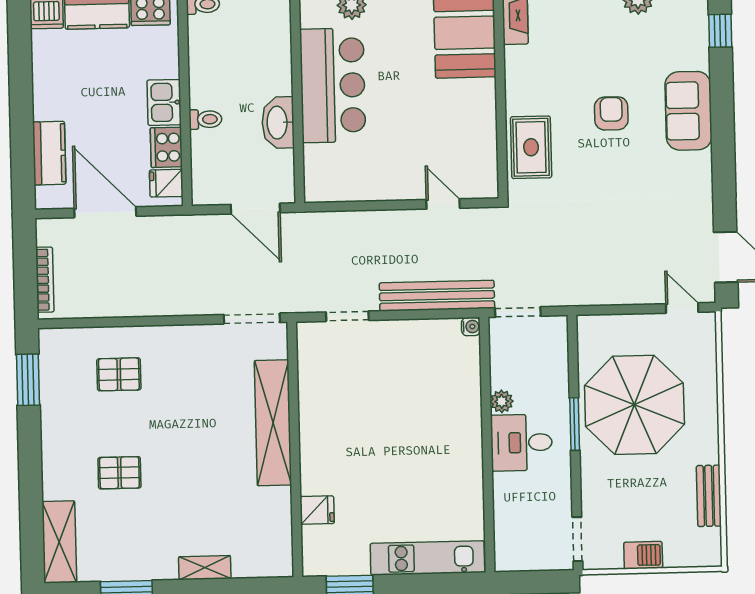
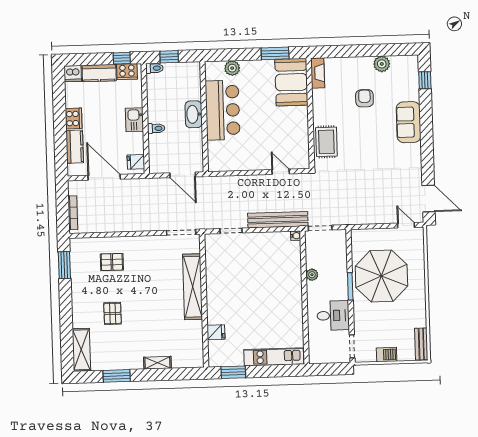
armchair: (611, 113) -> (364, 98), moved
washbasin: (278, 123) -> (194, 114), moved
cooker: (166, 147) -> (74, 119), moved, turned 180
desk: (521, 443) -> (333, 316), moved, turned 180
pallet: (119, 473) -> (113, 313), turned 90
bench: (709, 496) -> (421, 344), moved

